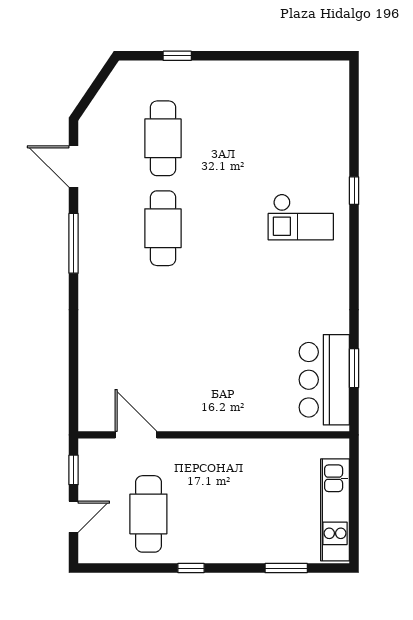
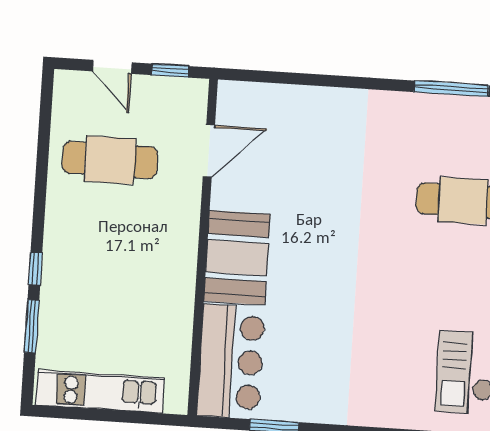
bar counter: (324, 380) -> (231, 362), moved, turned 90
booth: (220, 407) -> (237, 258), added
window: (191, 568) -> (35, 269), moved

